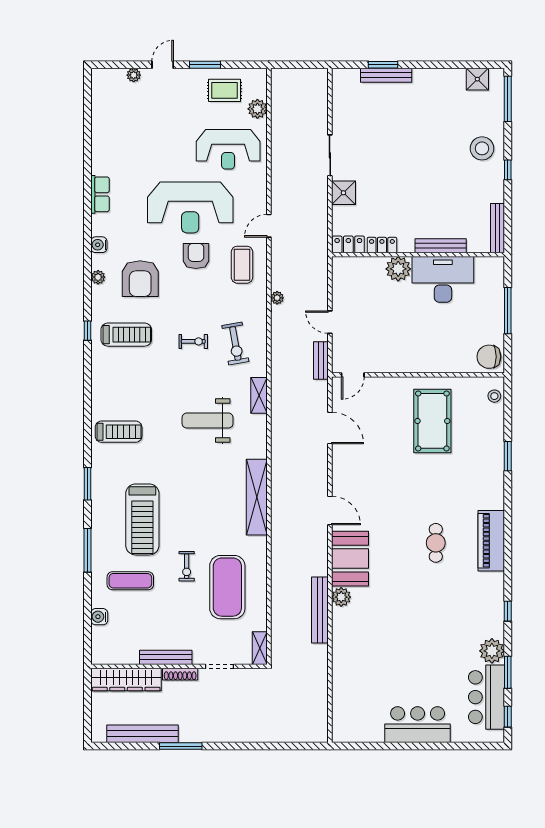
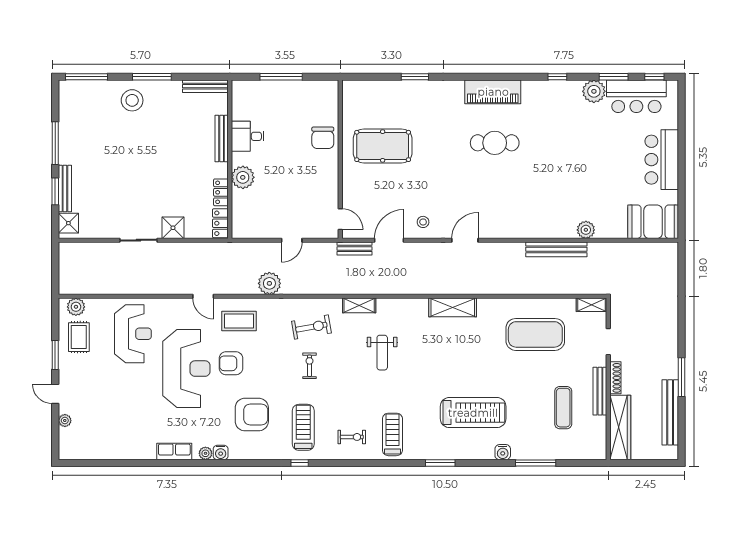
window: (436, 65) -> (55, 143), added
shower: (477, 79) -> (68, 223), moved
plant: (257, 109) -> (76, 307), moved
window: (508, 170) -> (152, 77), width x2.17
plant: (98, 277) -> (205, 453), moved
desk: (443, 279) -> (248, 136), width x0.53, depth x0.77
plant: (277, 298) -> (269, 283), width x1.87, depth x1.87
chair: (489, 357) -> (323, 138), moved
bench: (321, 361) -> (355, 248), moved
stool: (494, 396) -> (423, 222), moved
weight bench: (208, 421) -> (382, 353), width x0.73, depth x0.75
shelving: (257, 497) -> (453, 307), width x0.68
cafe table: (436, 543) -> (495, 143), width x1.37, depth x1.35
window: (88, 550) -> (536, 463), moved
booth: (350, 559) -> (653, 222), moved
exercise bike: (187, 566) -> (352, 437), moved
exercise mat: (130, 581) -> (563, 408), moved
plant: (341, 597) -> (586, 230), moved
water cooler: (99, 617) -> (503, 452), moved

